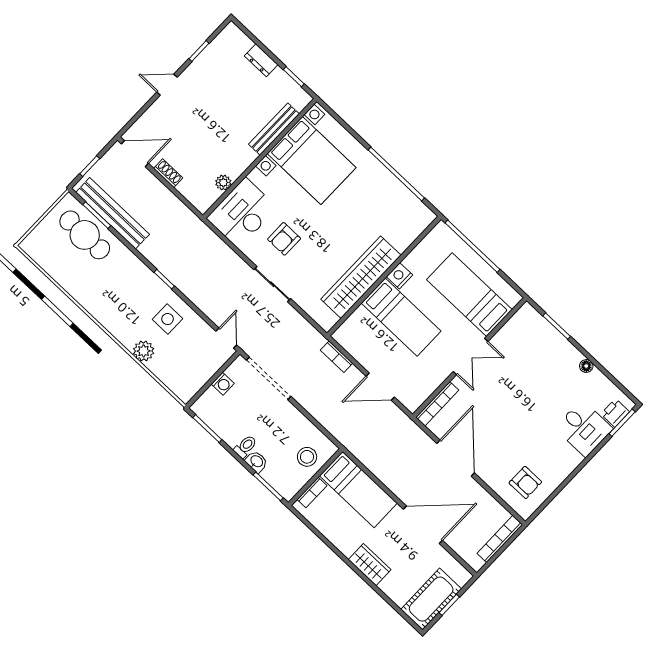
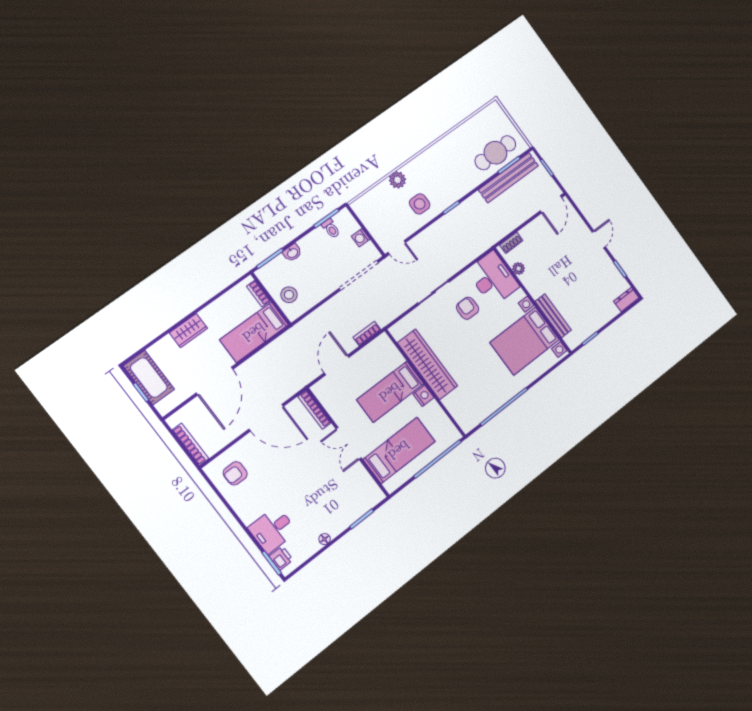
dresser: (261, 60) -> (626, 300), moved
shoe rack: (168, 173) -> (511, 243), moved
toilet: (245, 446) -> (331, 229), moved

